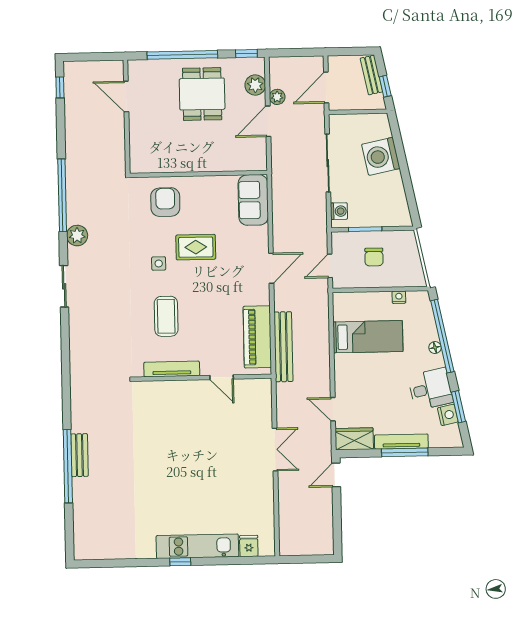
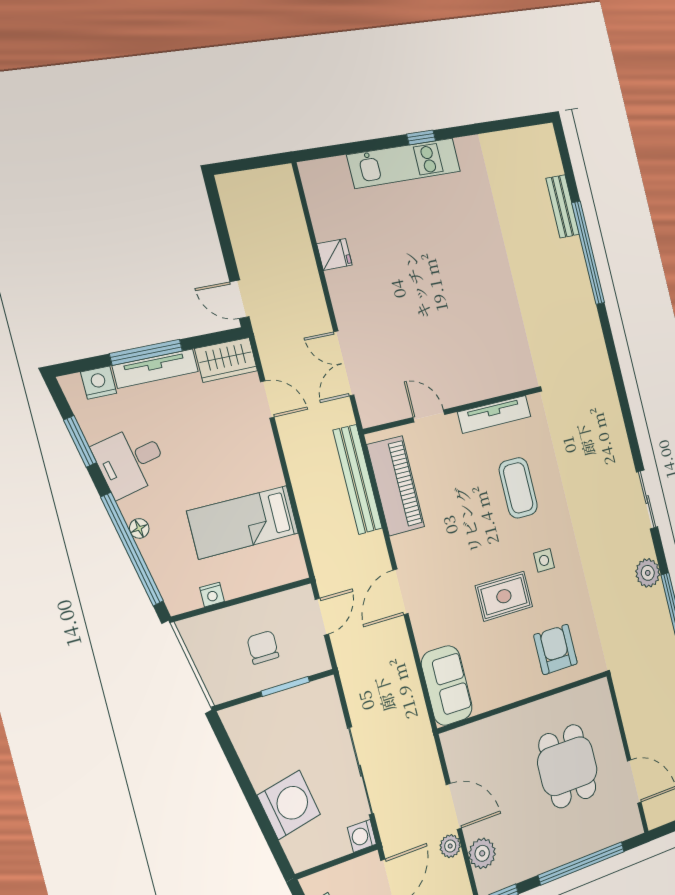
dining table: (202, 94) -> (567, 766), moved
door: (268, 121) -> (454, 806), hinge flipped
armchair: (165, 202) -> (555, 649), turned 180
washing machine: (339, 211) -> (362, 836), moved
nightstand: (448, 415) -> (99, 383), moved, turned 102
double door: (275, 450) -> (344, 363), moved
bench: (80, 455) -> (563, 206), moved
door: (336, 475) -> (239, 299), swing flipped
fridge: (249, 546) -> (334, 254), moved, turned -90

